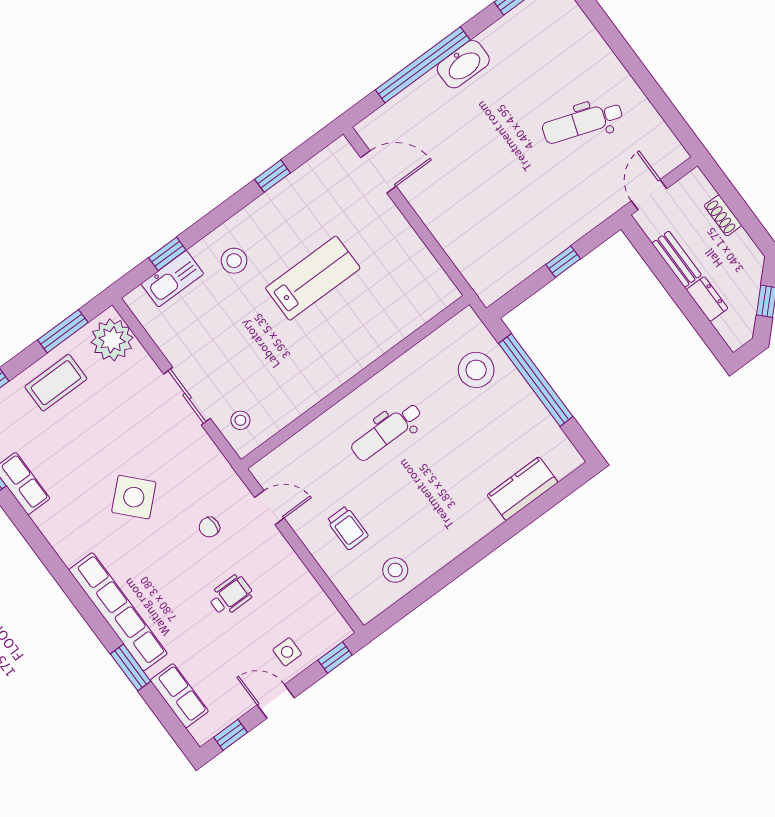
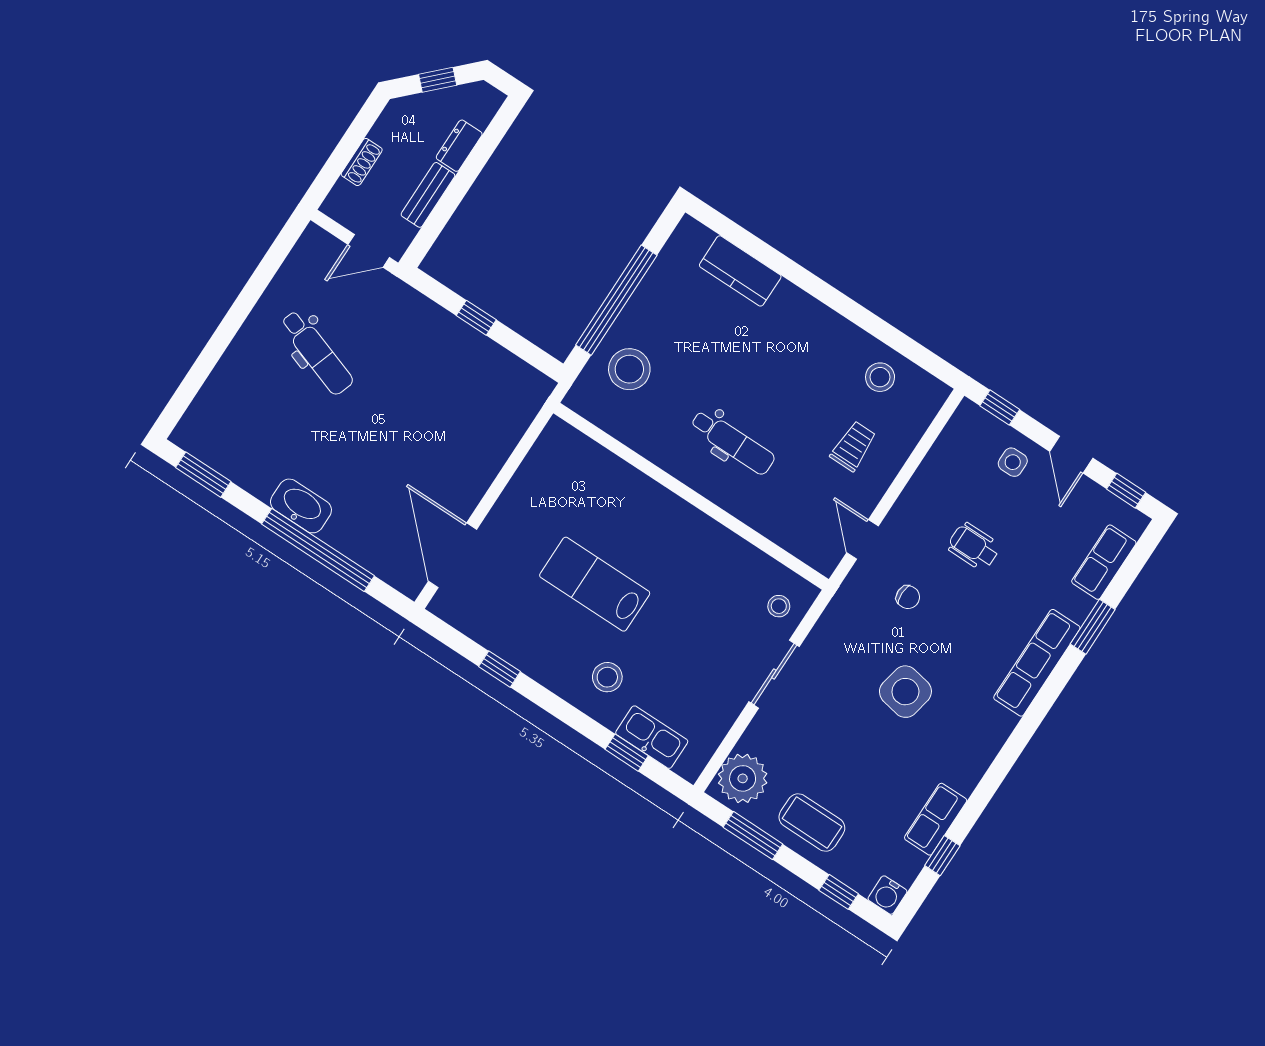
door: (378, 172) -> (452, 555), width x1.36
side table: (134, 497) -> (905, 692), turned -36
row of seats: (118, 612) -> (1037, 663), width x0.73

